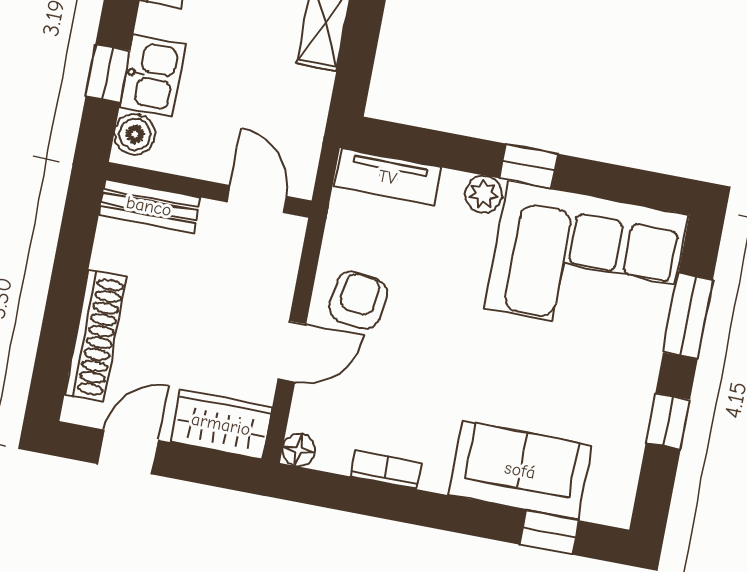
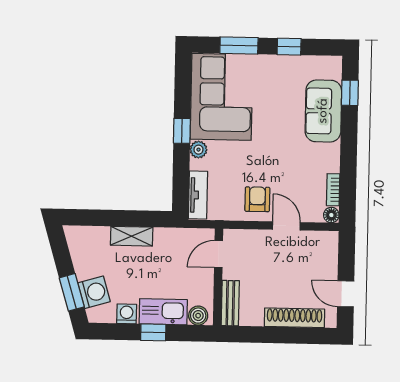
window: (108, 73) -> (153, 332), moved
kitchen sink: (153, 76) -> (163, 312), width x1.38
armchair: (358, 300) -> (257, 199), turned 83
wardrobe: (221, 424) -> (325, 253), removed
bookcase: (386, 469) -> (333, 190), moved

